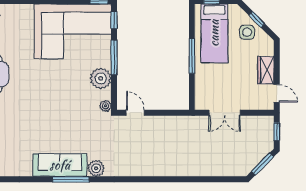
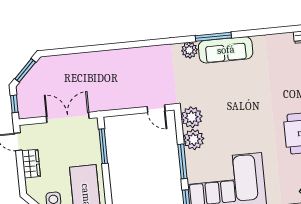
window: (192, 56) -> (103, 146), moved
plant: (105, 106) -> (192, 117), width x1.88, depth x1.88
double door: (225, 113) -> (68, 117), width x1.37

